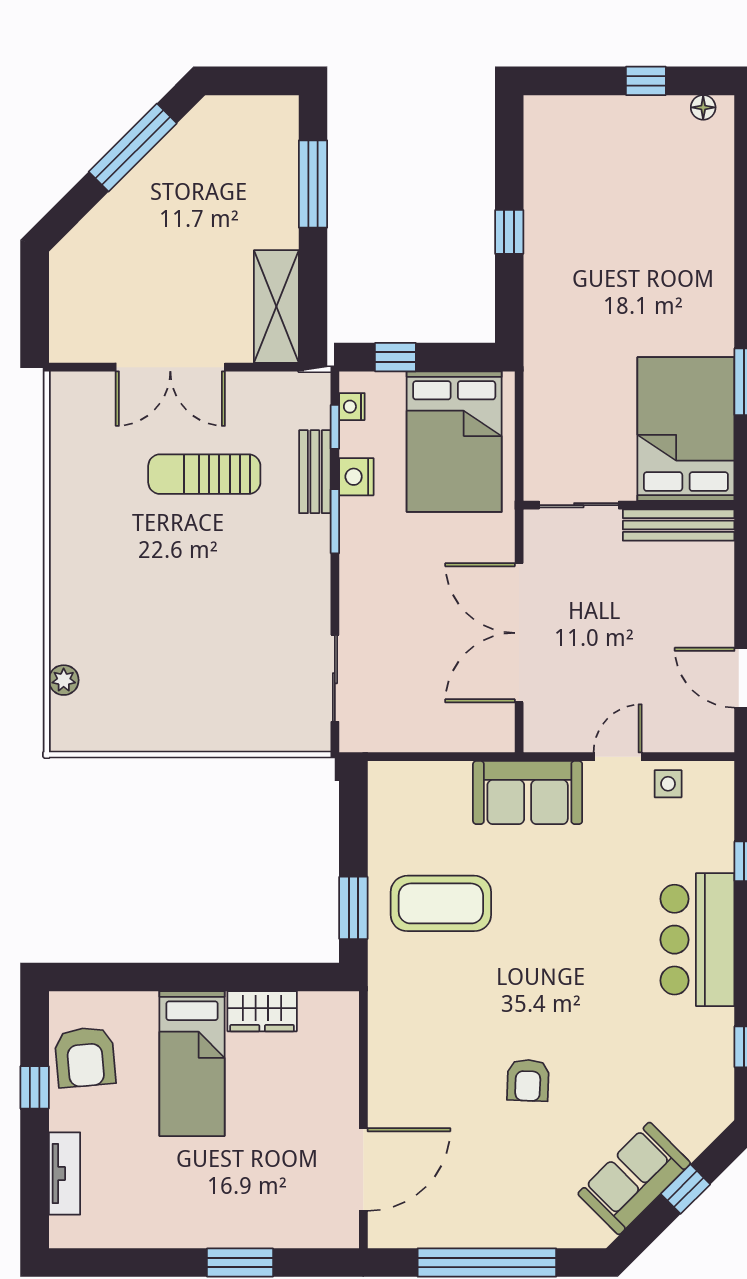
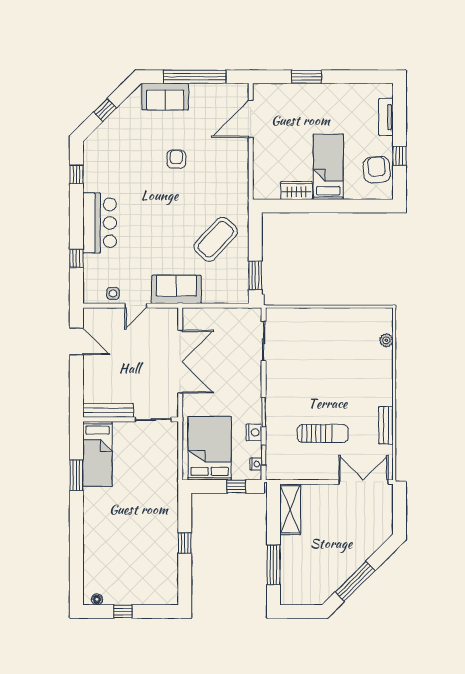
double door: (170, 367) -> (363, 482), moved
bed: (686, 429) -> (97, 454), width x0.67
bench: (315, 472) -> (386, 425), moved
coffee table: (441, 903) -> (216, 239), turned -47
window: (353, 908) -> (255, 275), moved
sofa: (634, 1178) -> (165, 97), moved, turned 45

